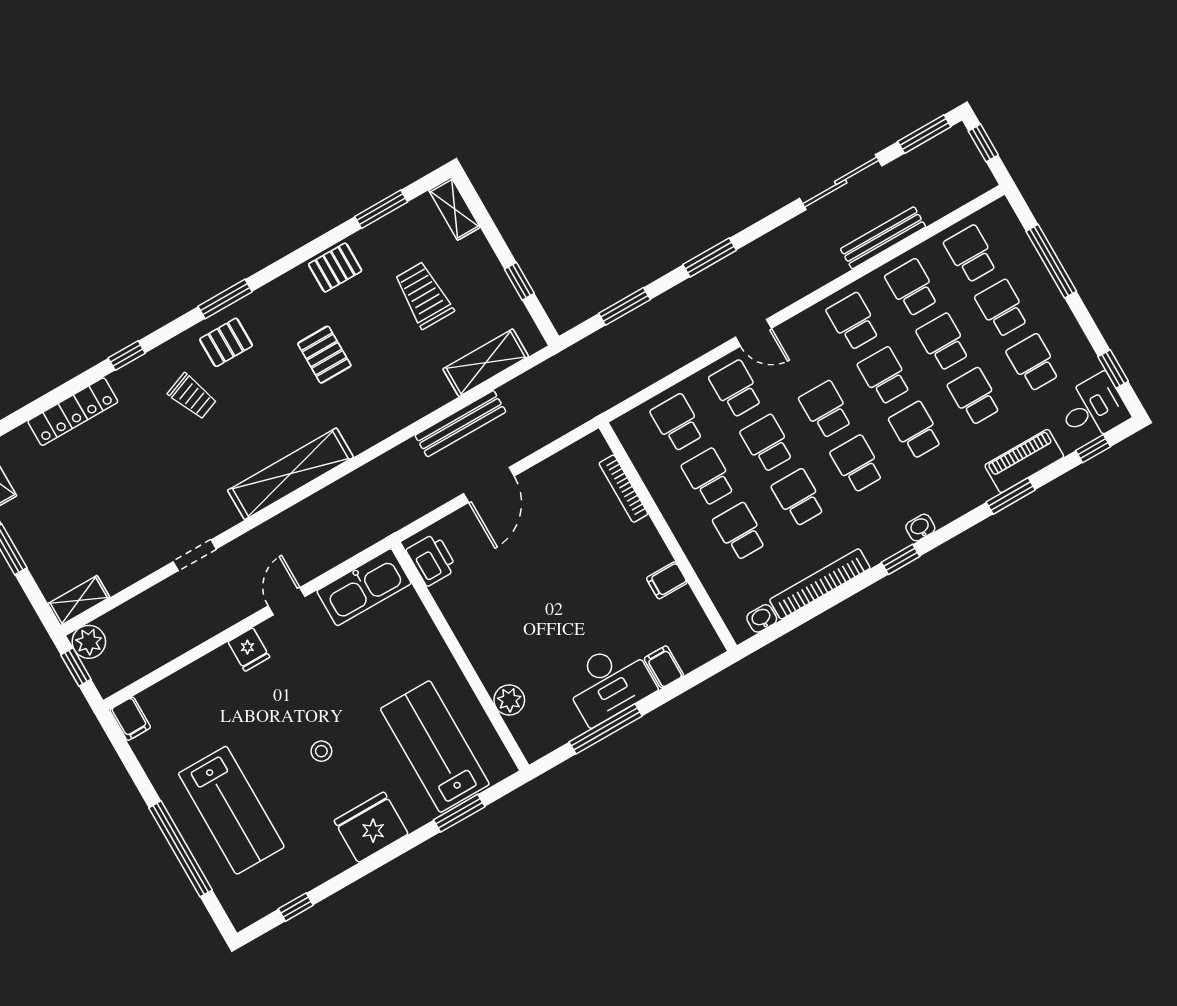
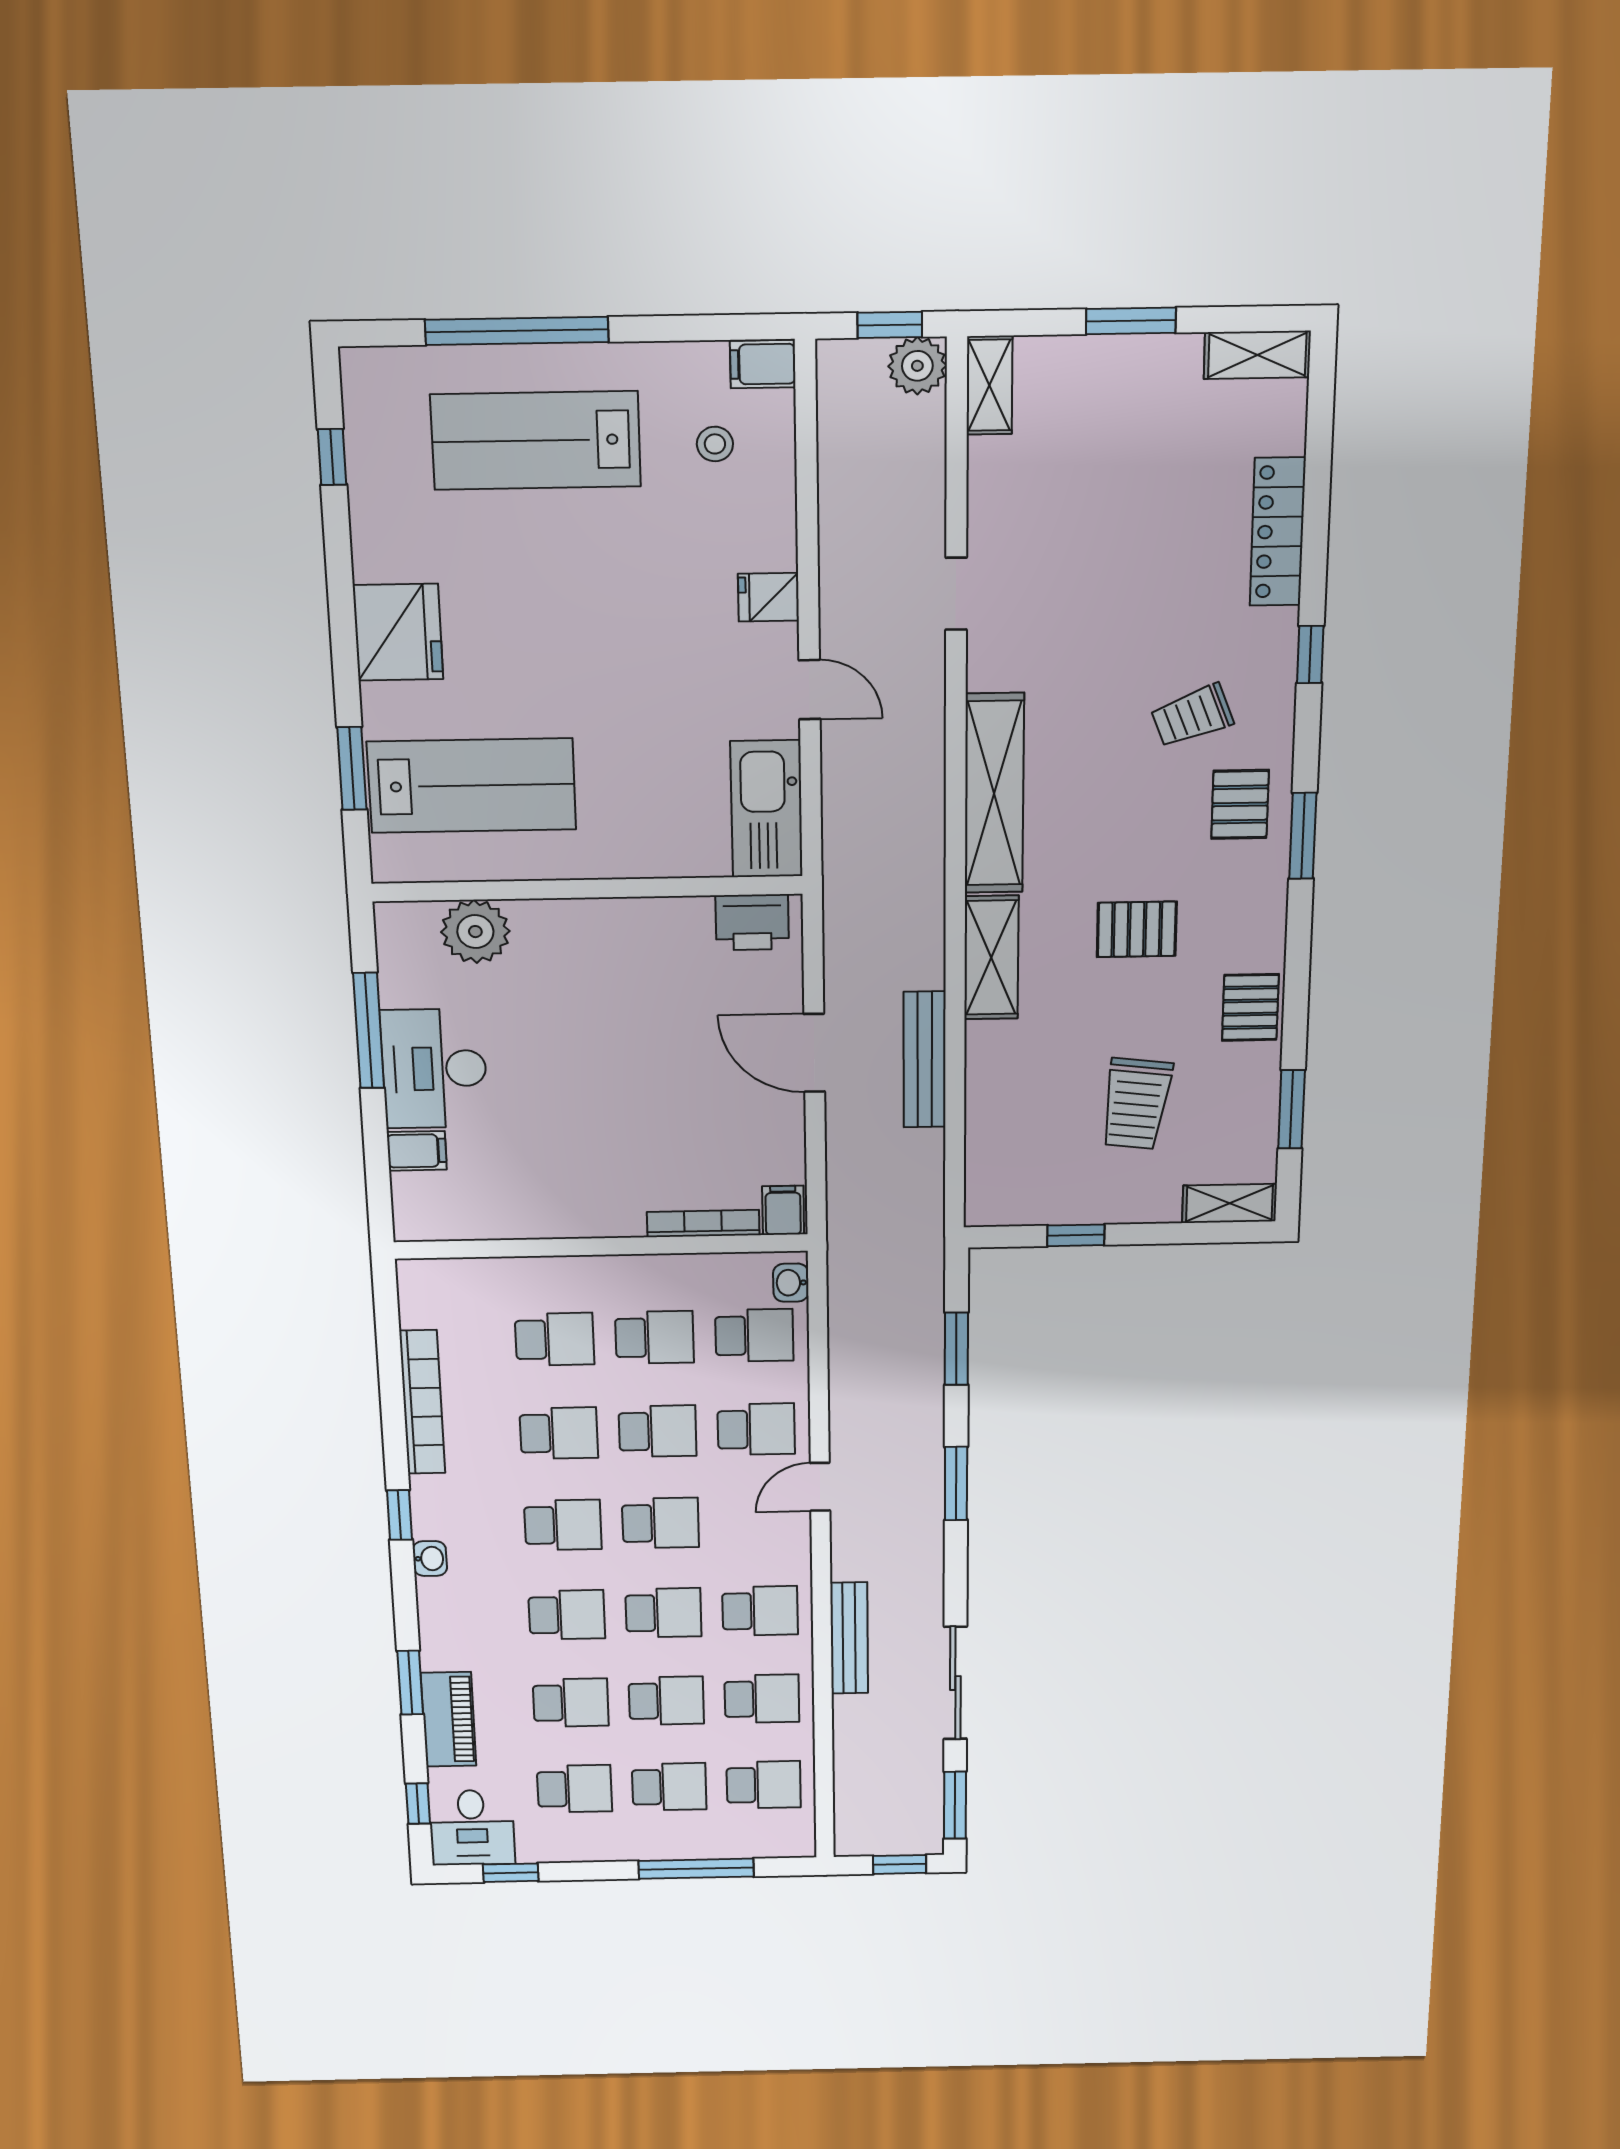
bench: (883, 238) -> (849, 1638), moved
trolley: (424, 295) -> (1136, 1104), turned 97
shelving: (486, 363) -> (991, 958), moved
filing cabinet: (667, 580) -> (783, 1210), moved
washbasin: (762, 618) -> (791, 1283), moved, turned 180
plant: (509, 700) -> (475, 932), width x1.36, depth x1.36
stool: (321, 751) -> (715, 444), moved

